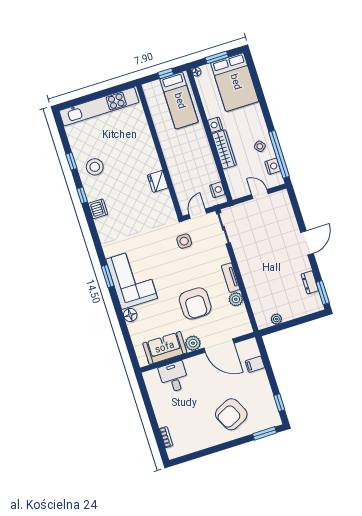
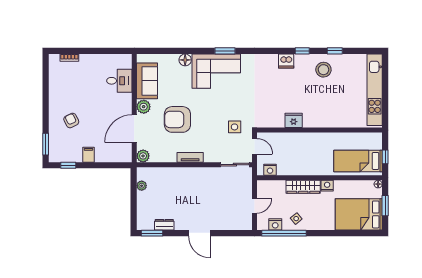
plant: (236, 299) -> (143, 156), moved
filing cabinet: (255, 364) -> (88, 155), moved
armchair: (231, 414) -> (71, 120), width x0.53, depth x0.53

